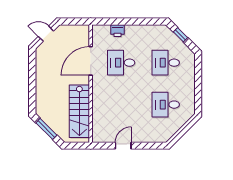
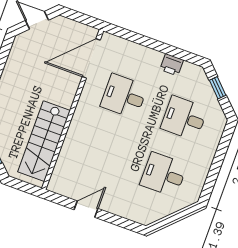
printer: (117, 31) -> (172, 65), moved
door: (91, 61) -> (91, 58), moved

